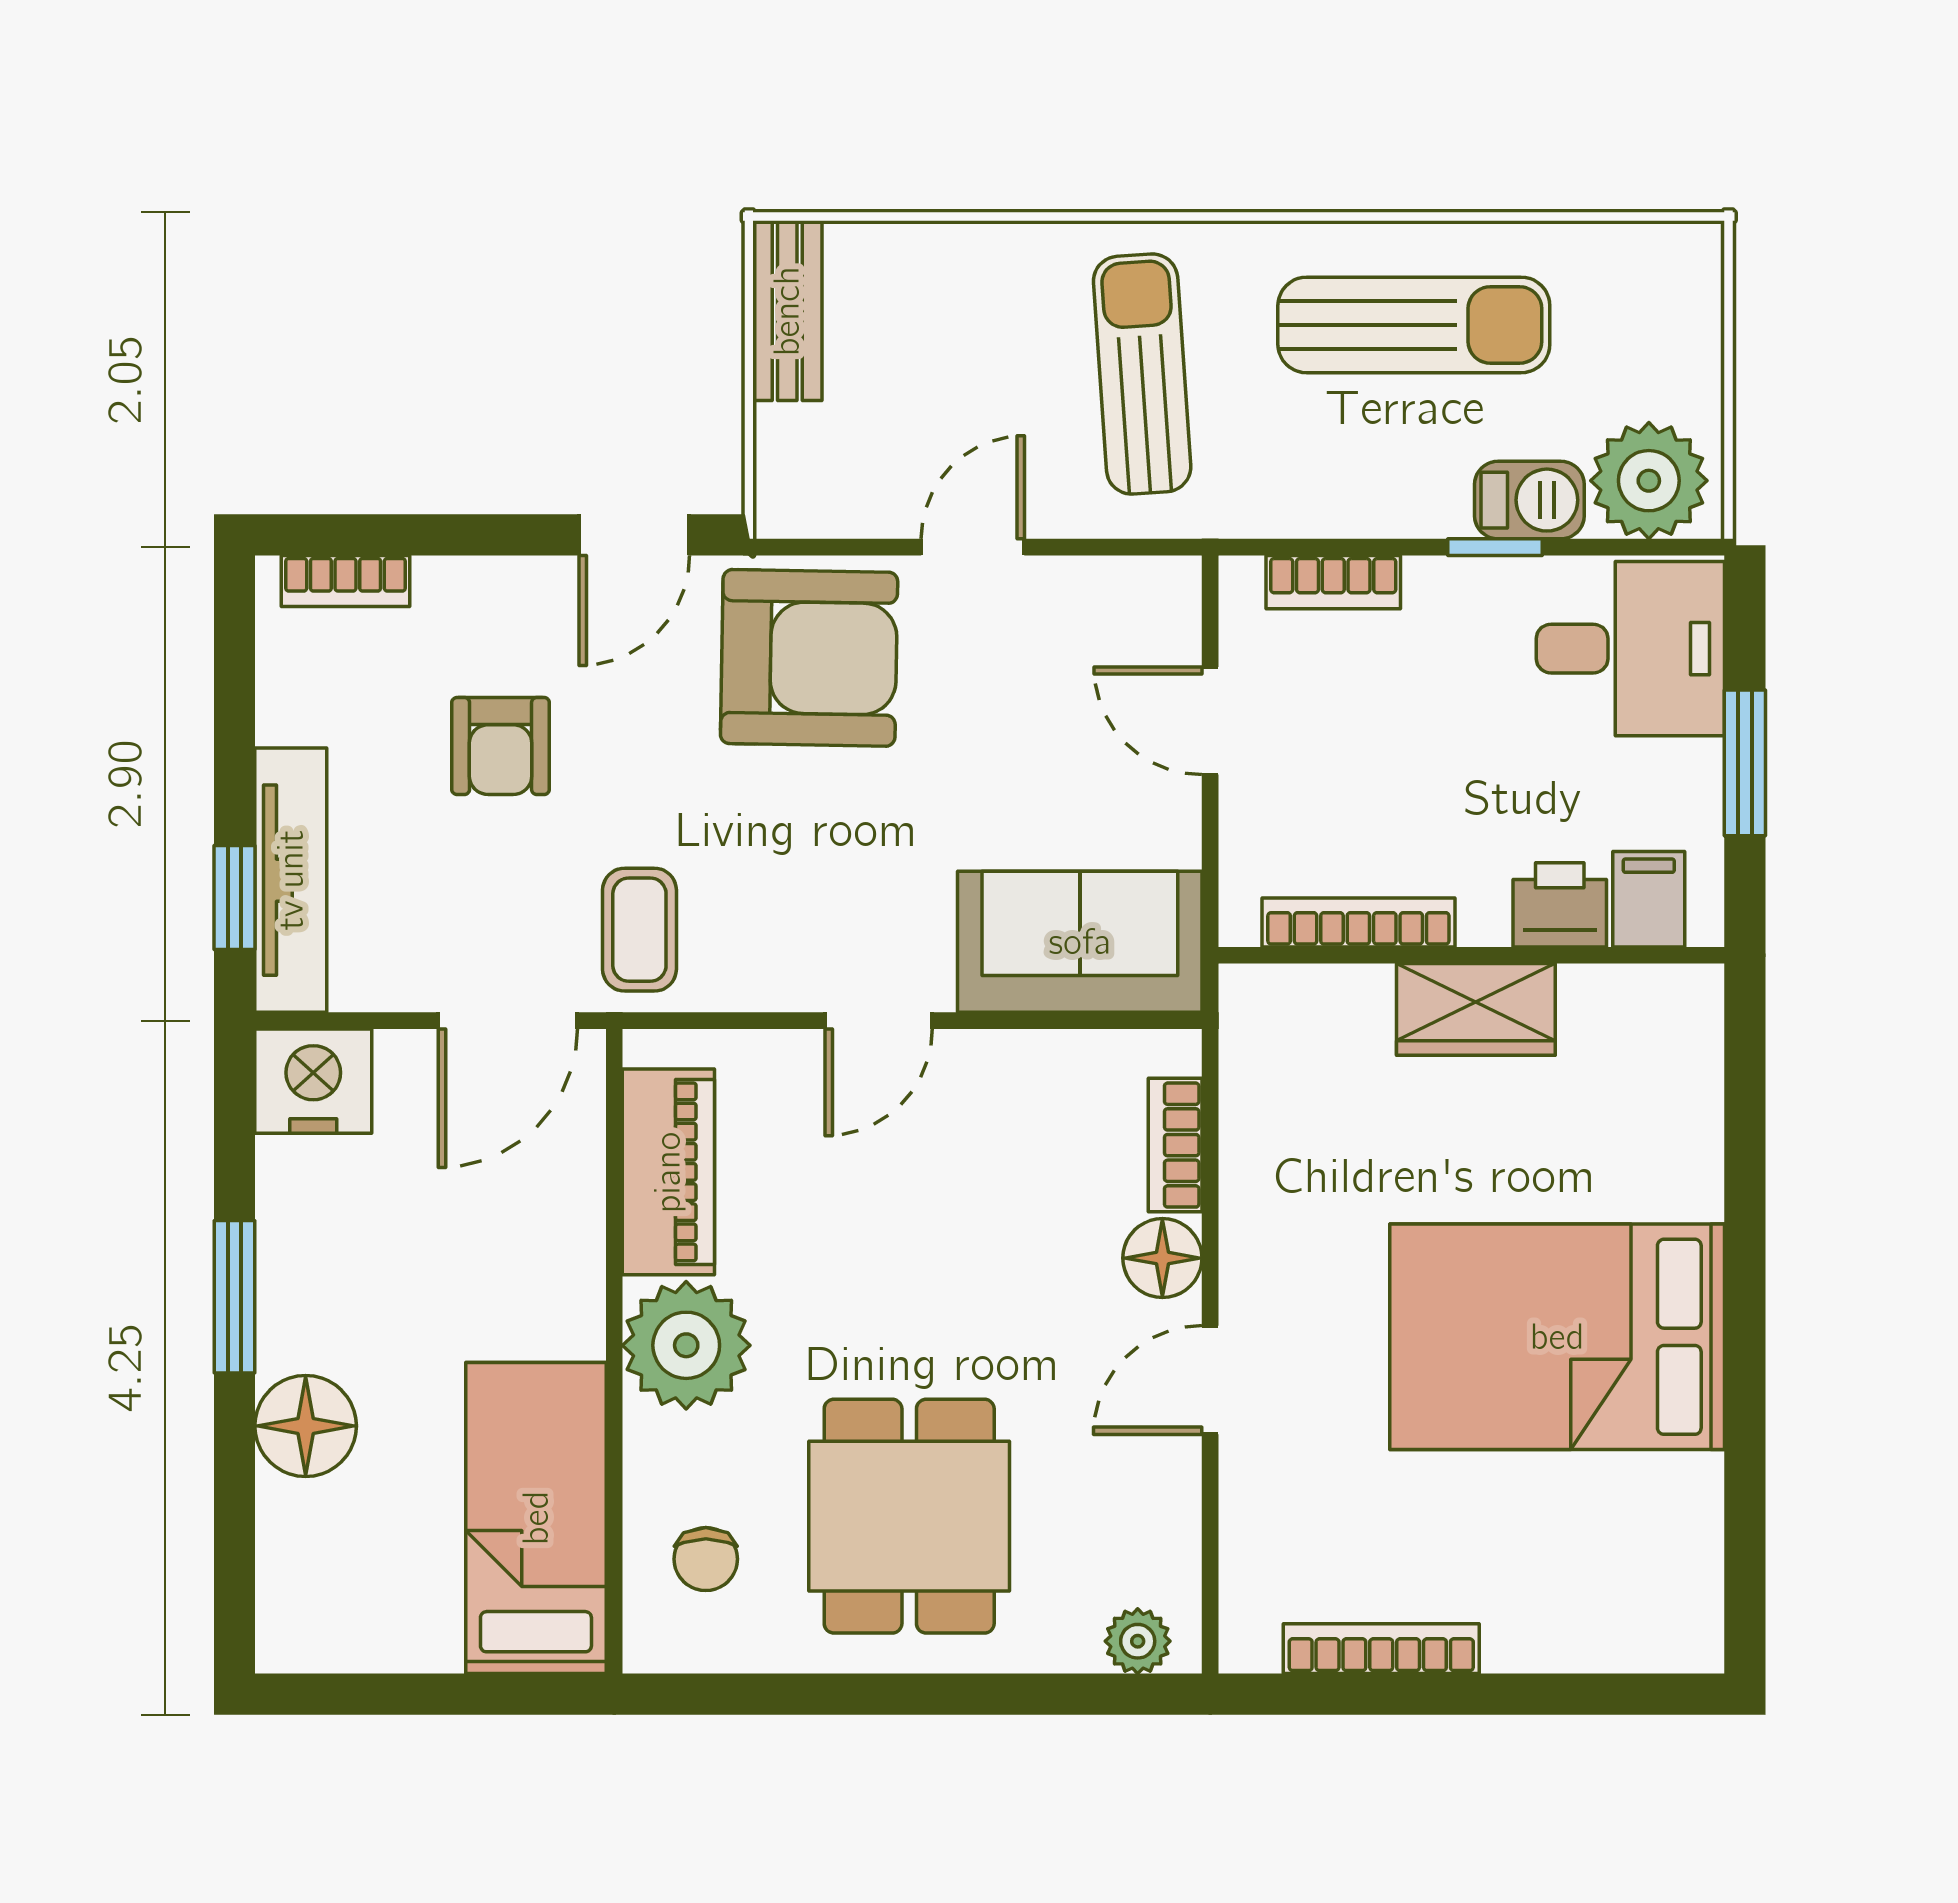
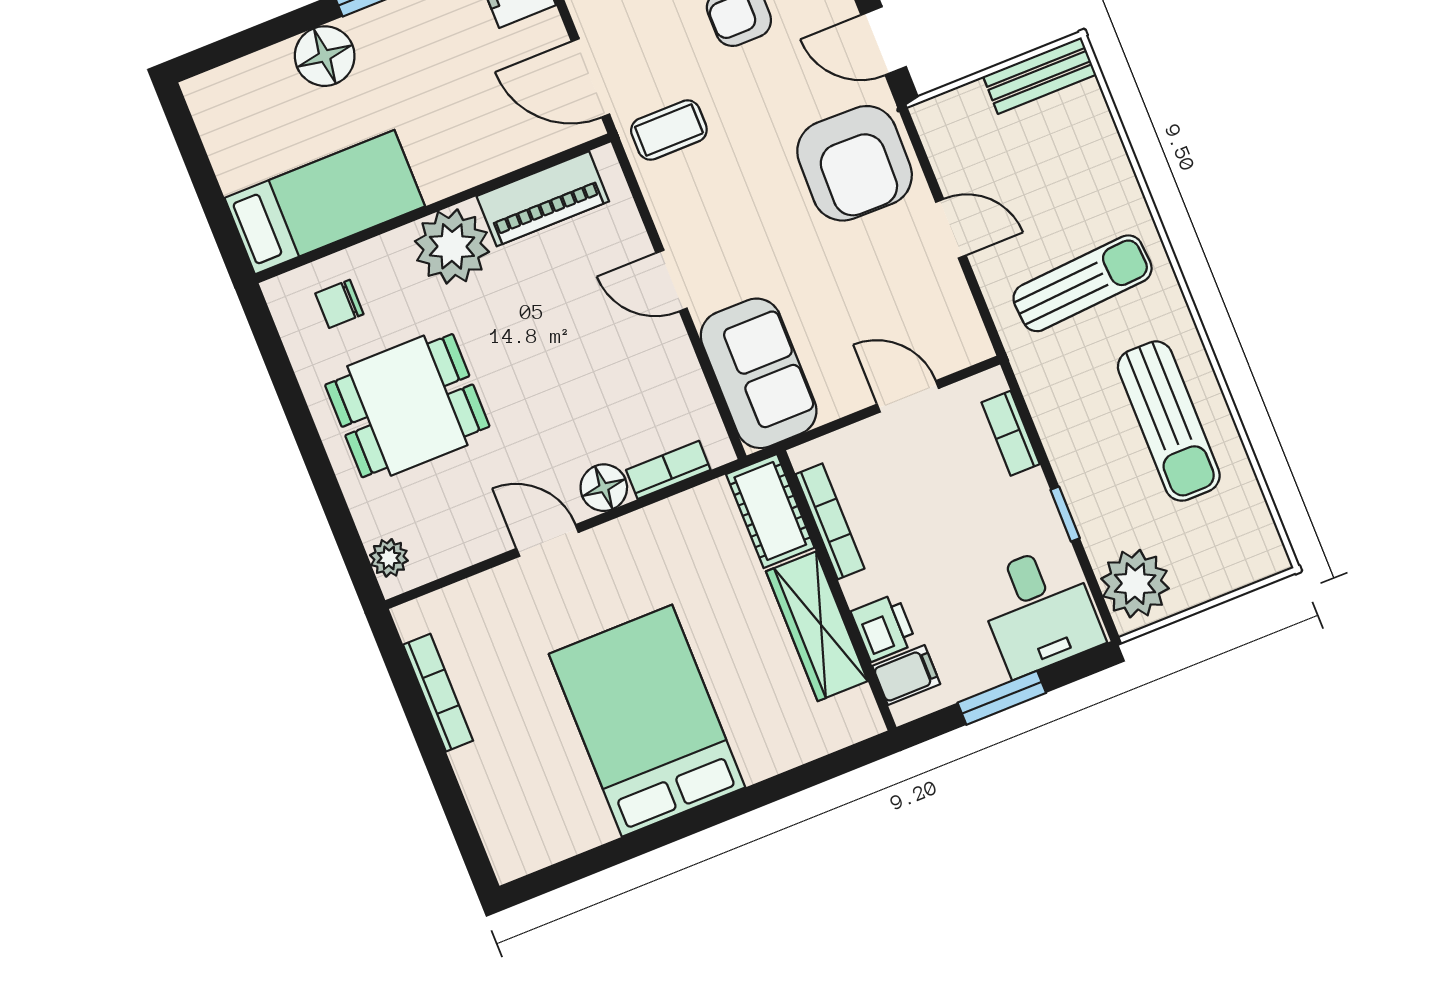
barbecue: (1529, 500) -> (1098, 523), removed
door: (1210, 721) -> (908, 396), hinge flipped
wardrobe: (1476, 1009) -> (817, 626), width x1.50
cot: (1304, 1010) -> (770, 511), added

